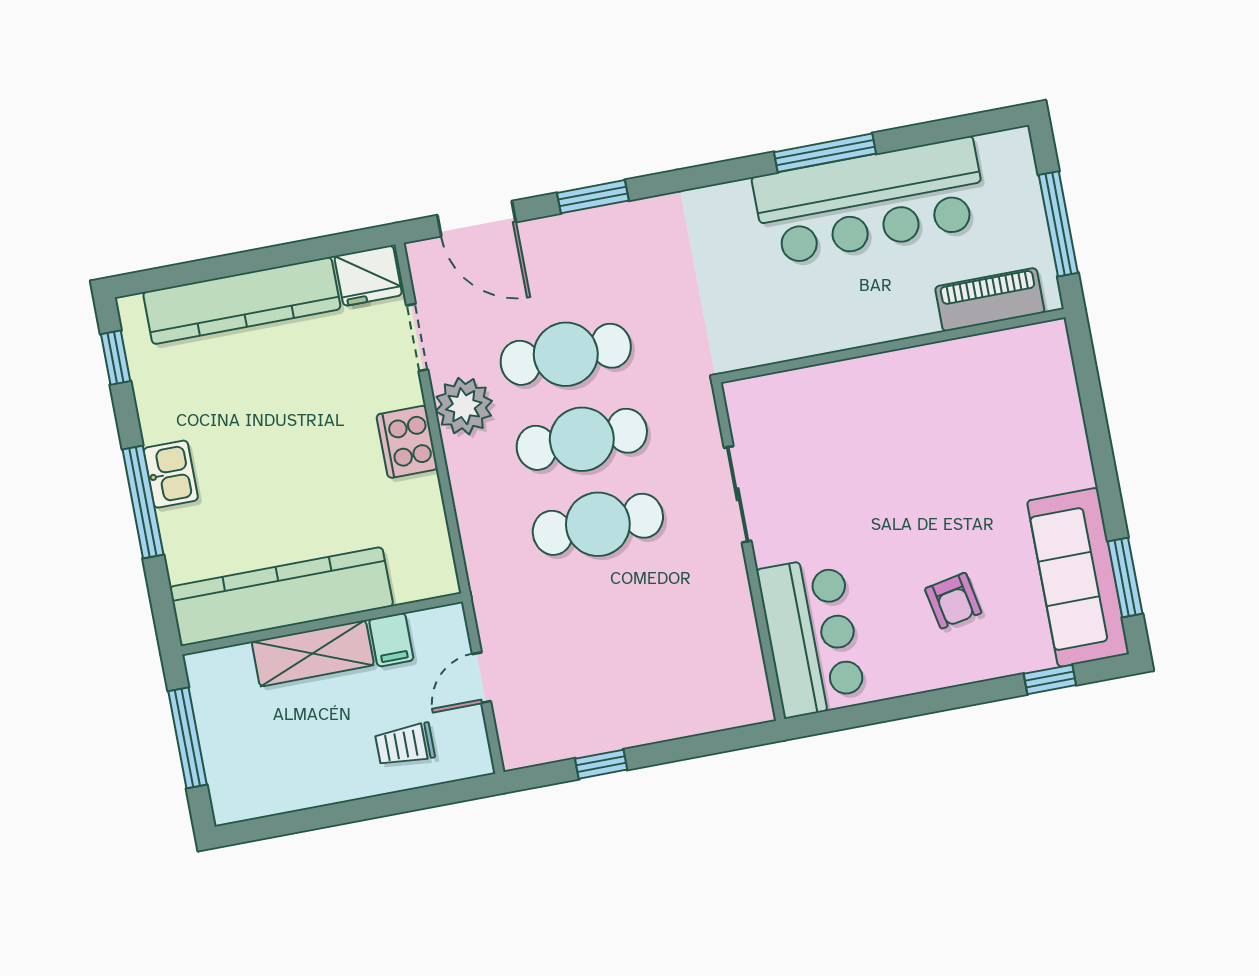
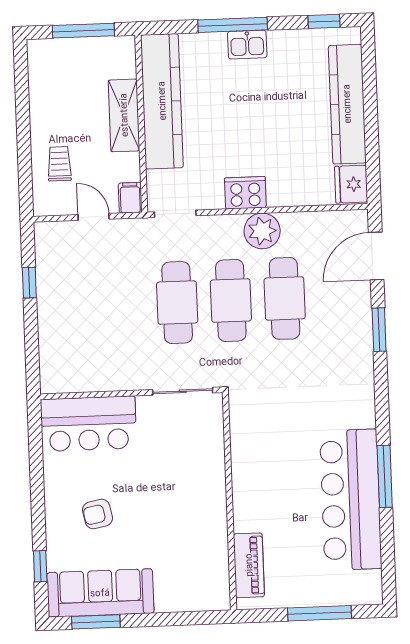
piano: (990, 300) -> (249, 565), moved
doorway: (417, 337) -> (175, 214), moved
wall: (892, 346) -> (229, 501), moved
filing cabinet: (391, 640) -> (130, 198), moved, turned 90

